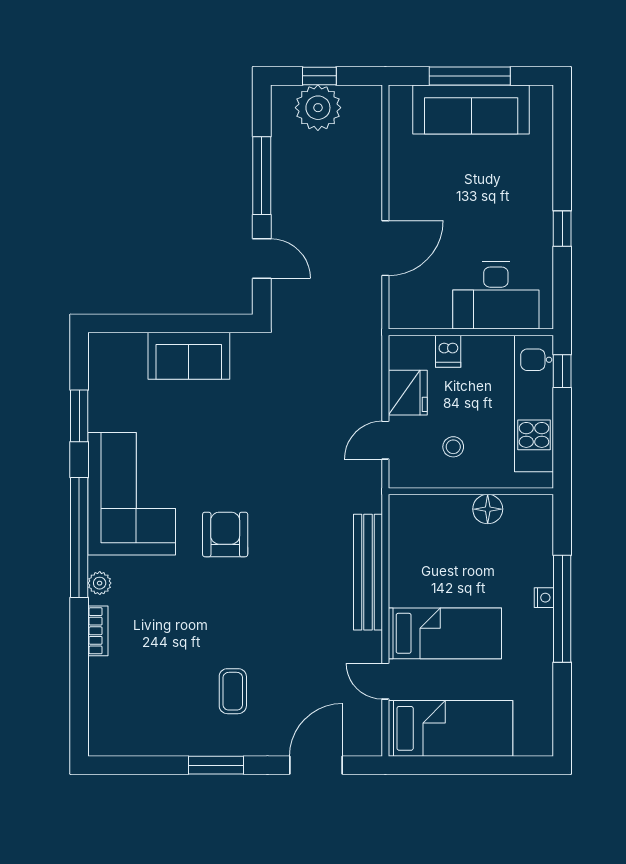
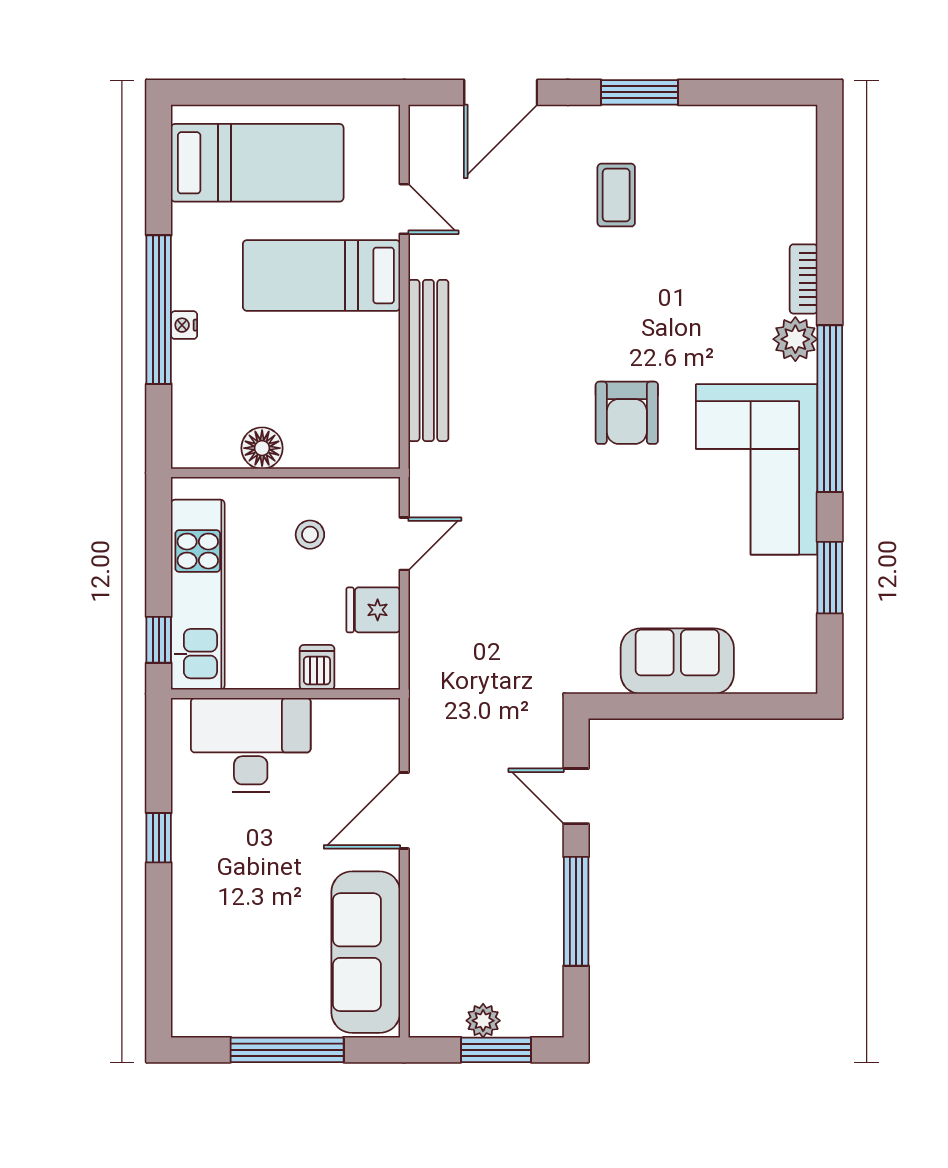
window: (319, 76) -> (496, 1050), width x1.50
plant: (318, 108) -> (483, 1021), width x0.53, depth x0.53
sofa: (471, 110) -> (366, 952), moved, turned -90
fridge: (408, 393) -> (373, 610), width x0.72
plant: (100, 583) -> (795, 339), width x1.38, depth x1.38
bed: (450, 728) -> (257, 163), moved, turned 180

